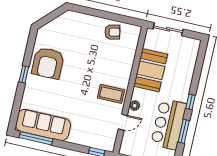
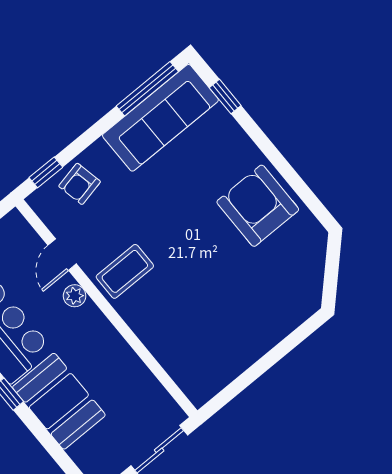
armchair: (112, 32) -> (80, 184), moved
booth: (151, 70) -> (59, 401), moved
window: (24, 74) -> (225, 97), moved

